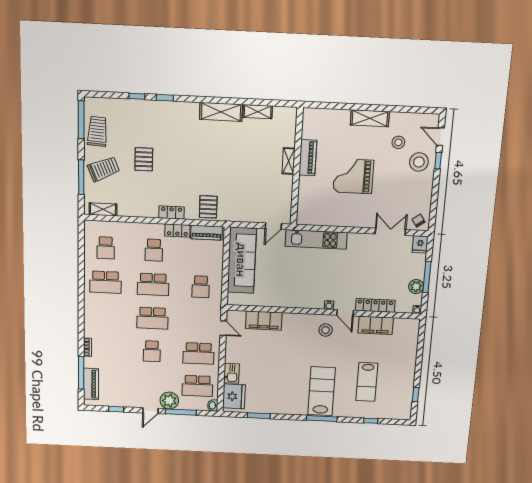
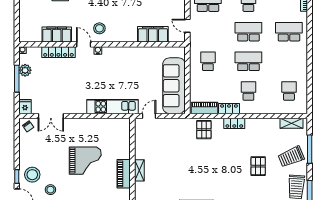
school desk: (105, 282) -> (289, 32), moved

